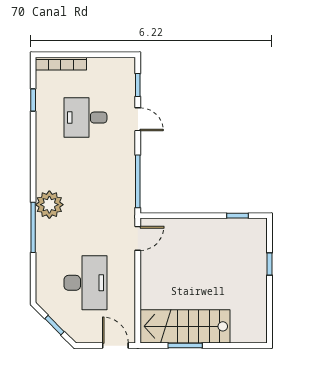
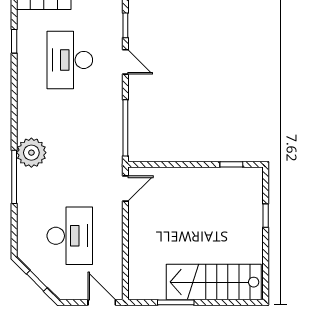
desk: (85, 118) -> (70, 60), width x1.37
stairs: (185, 326) -> (214, 282), moved

